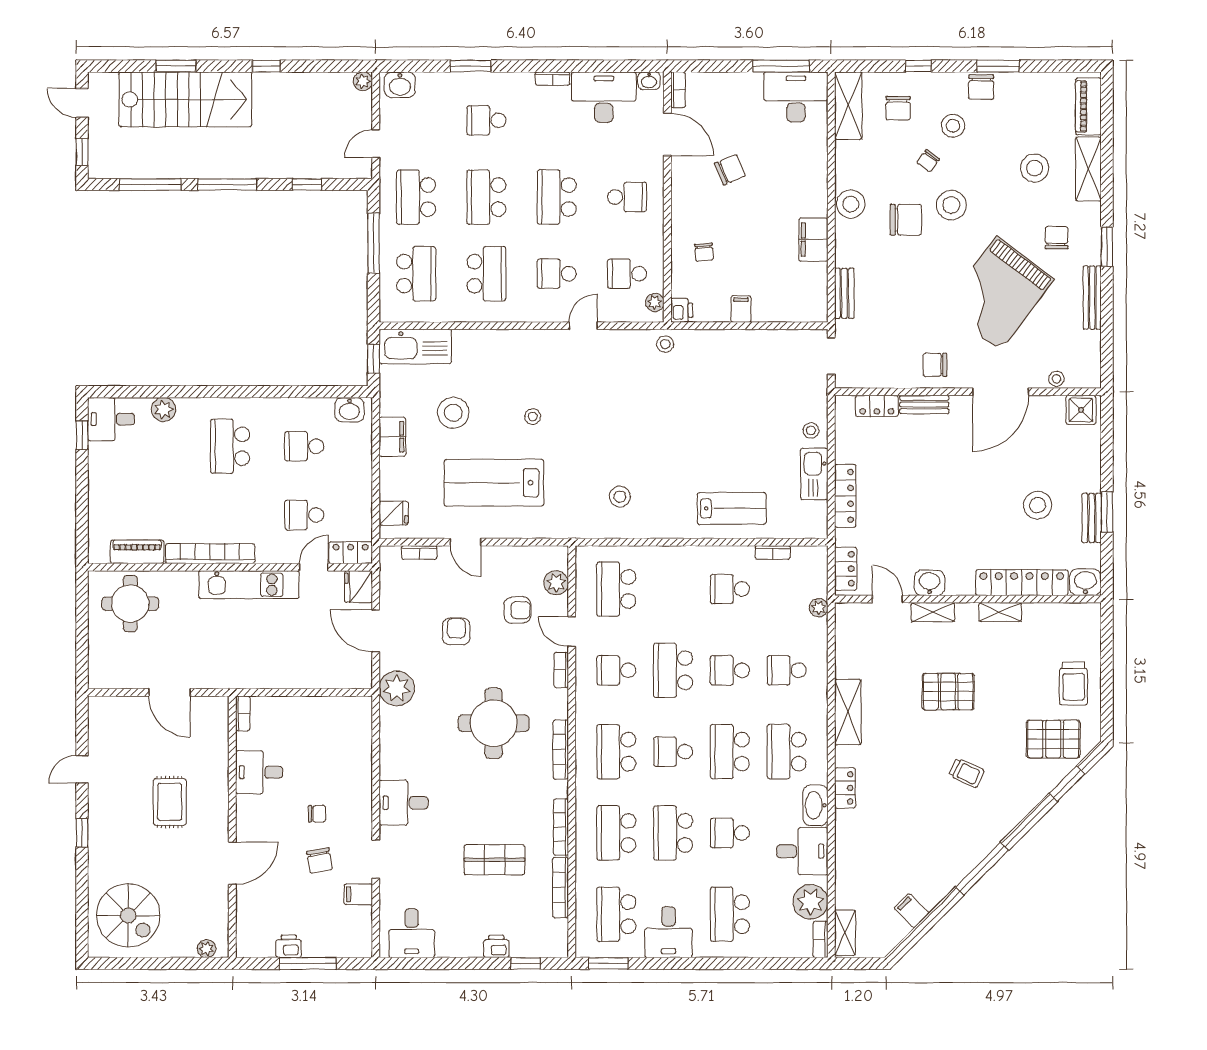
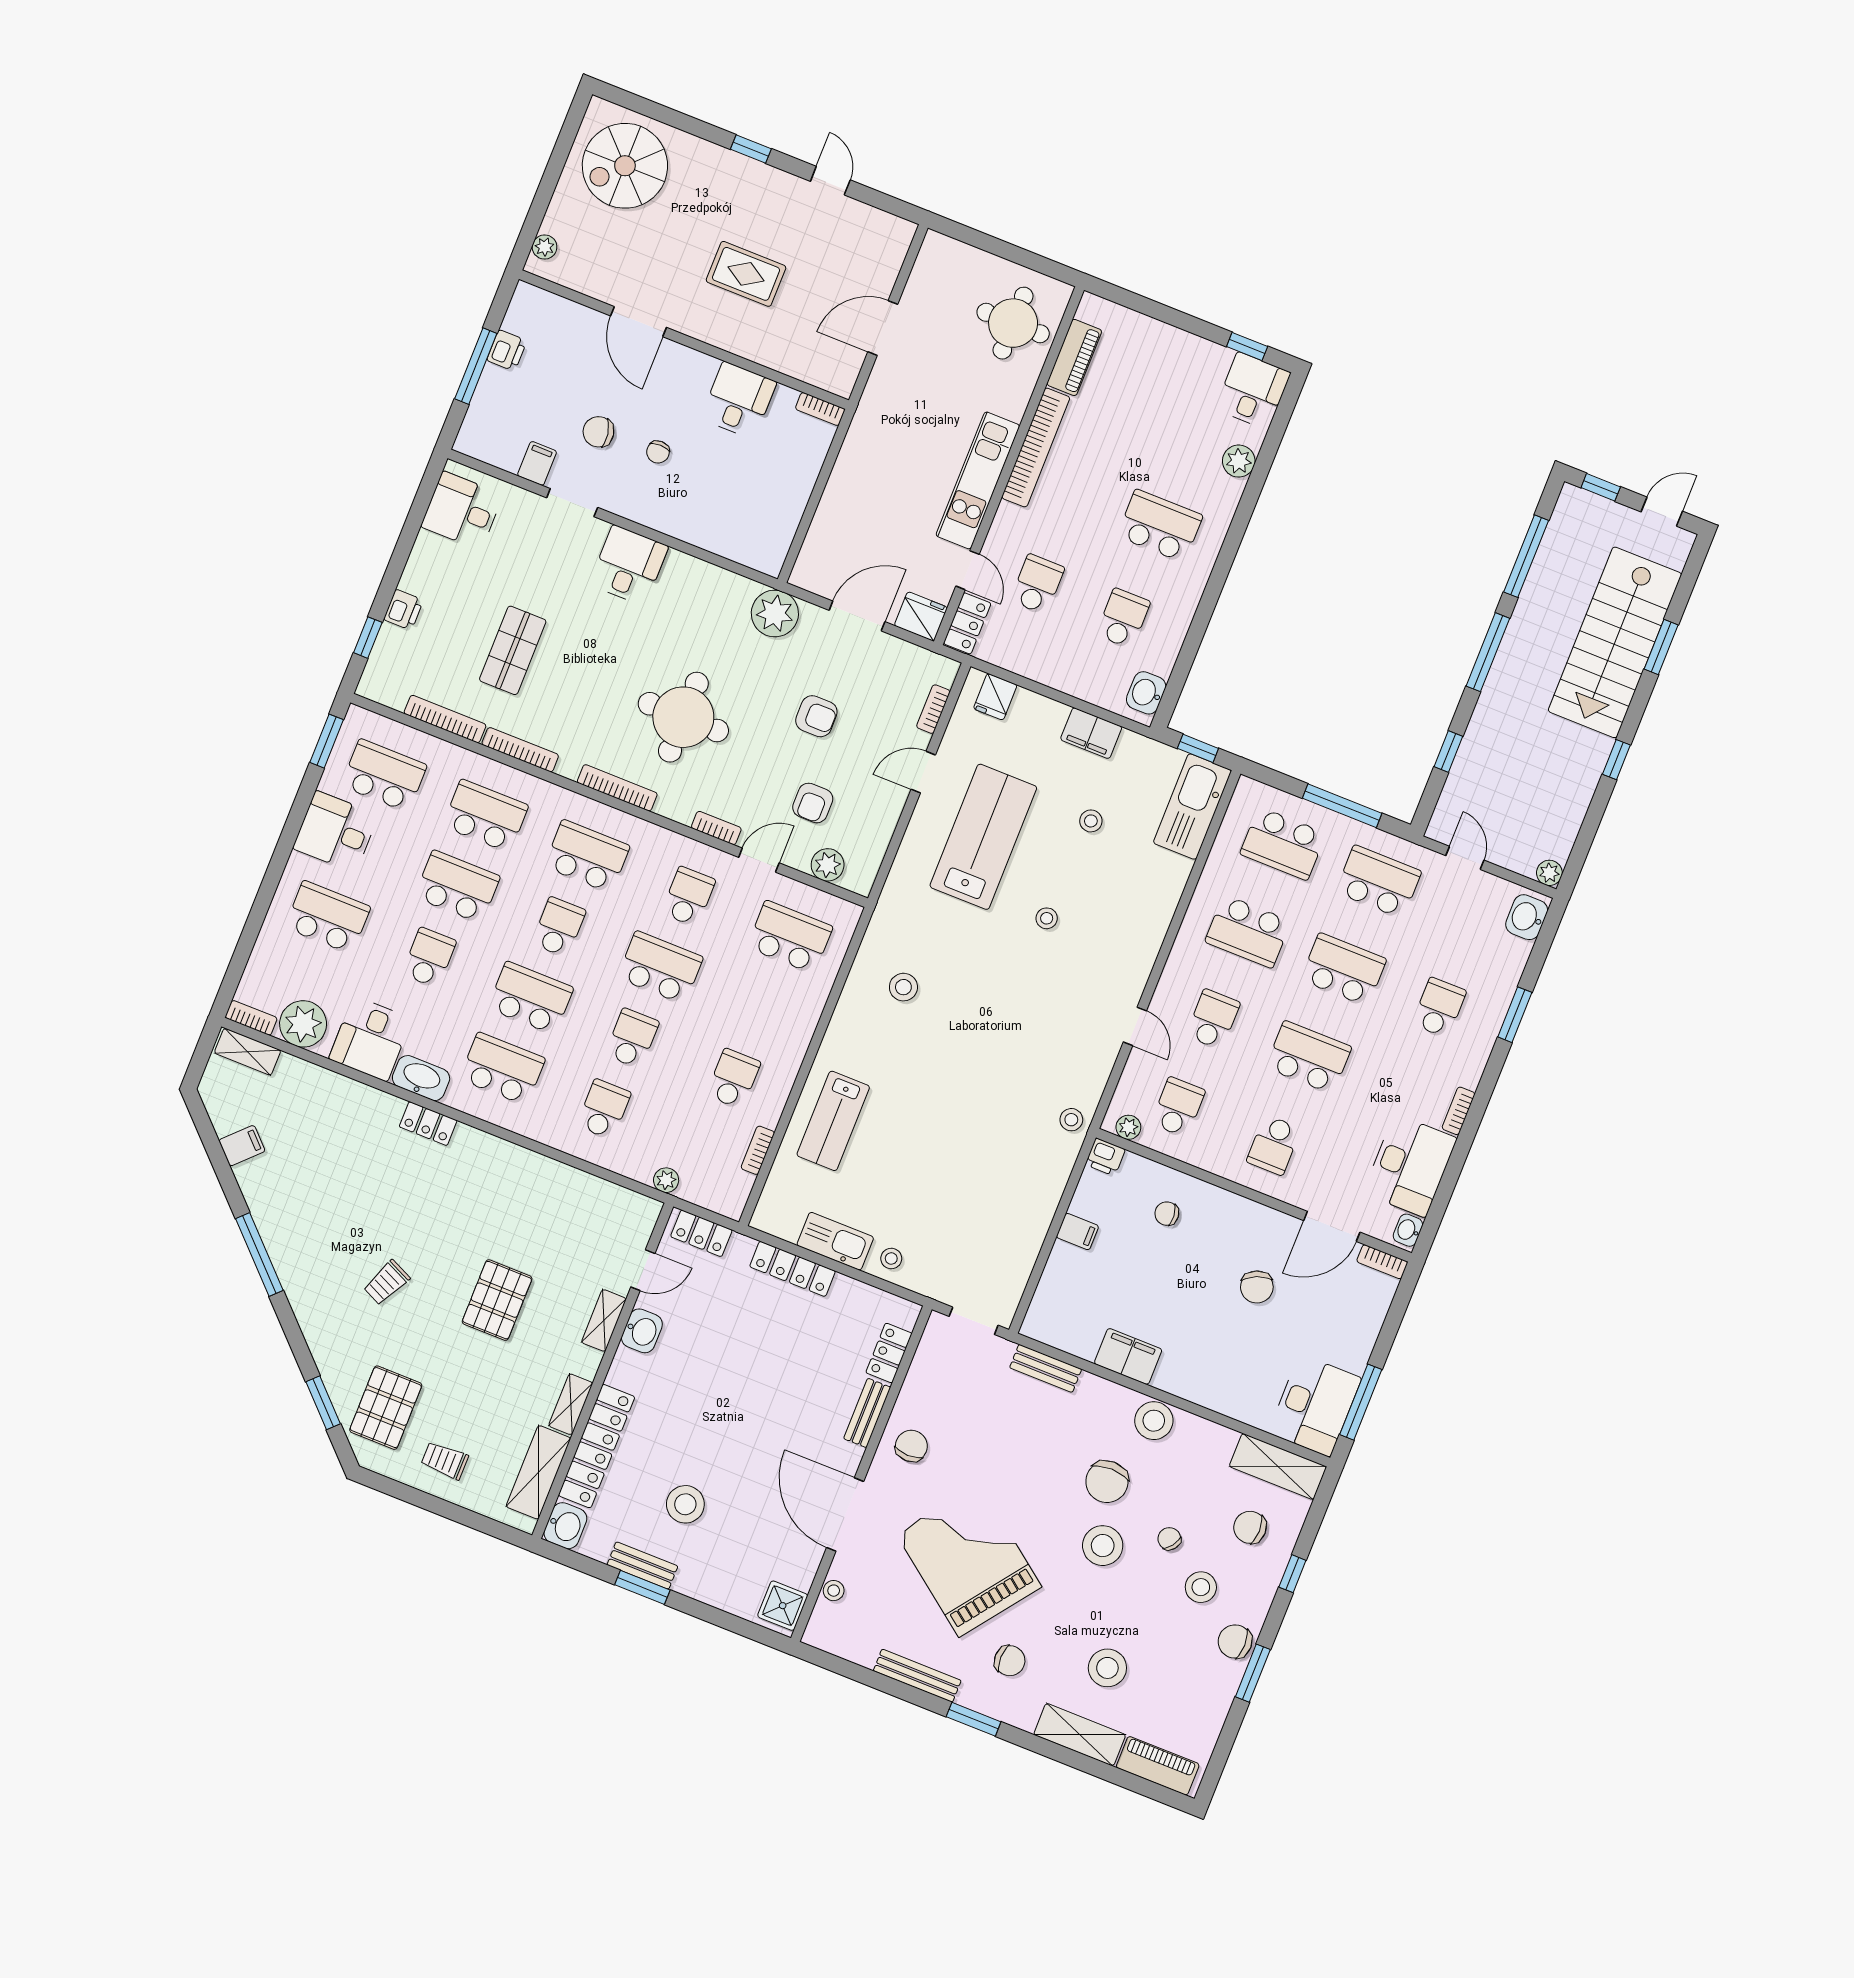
stool: (453, 413) -> (1091, 821), width x0.53, depth x0.53
trolley: (1074, 684) -> (445, 1460), width x0.73, depth x0.72
shelving: (848, 712) -> (538, 1472), moved, turned 90

